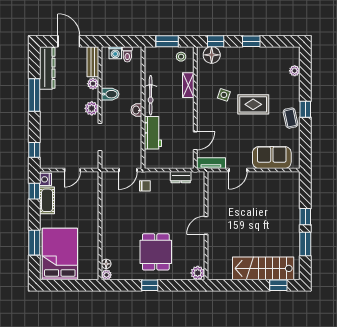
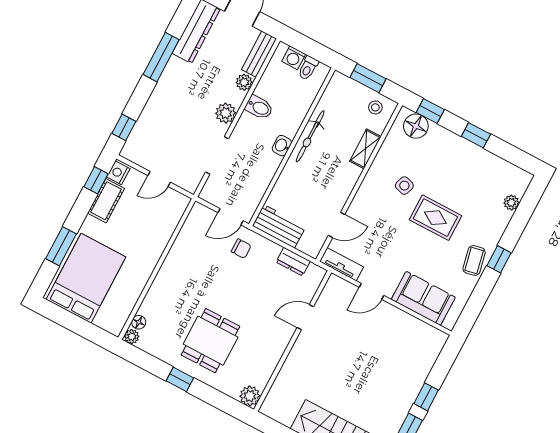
workbench: (153, 133) -> (279, 226), moved, turned -90
door: (206, 225) -> (305, 317), moved

